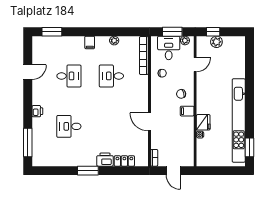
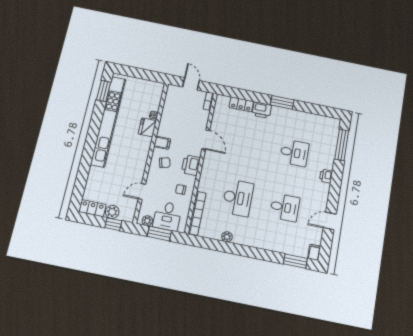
filing cabinet: (90, 42) -> (314, 252), moved
locker: (234, 42) -> (92, 208), added
desk: (69, 76) -> (285, 207), turned 180
desk: (111, 76) -> (238, 198), width x1.37
printer: (158, 96) -> (191, 165), added

